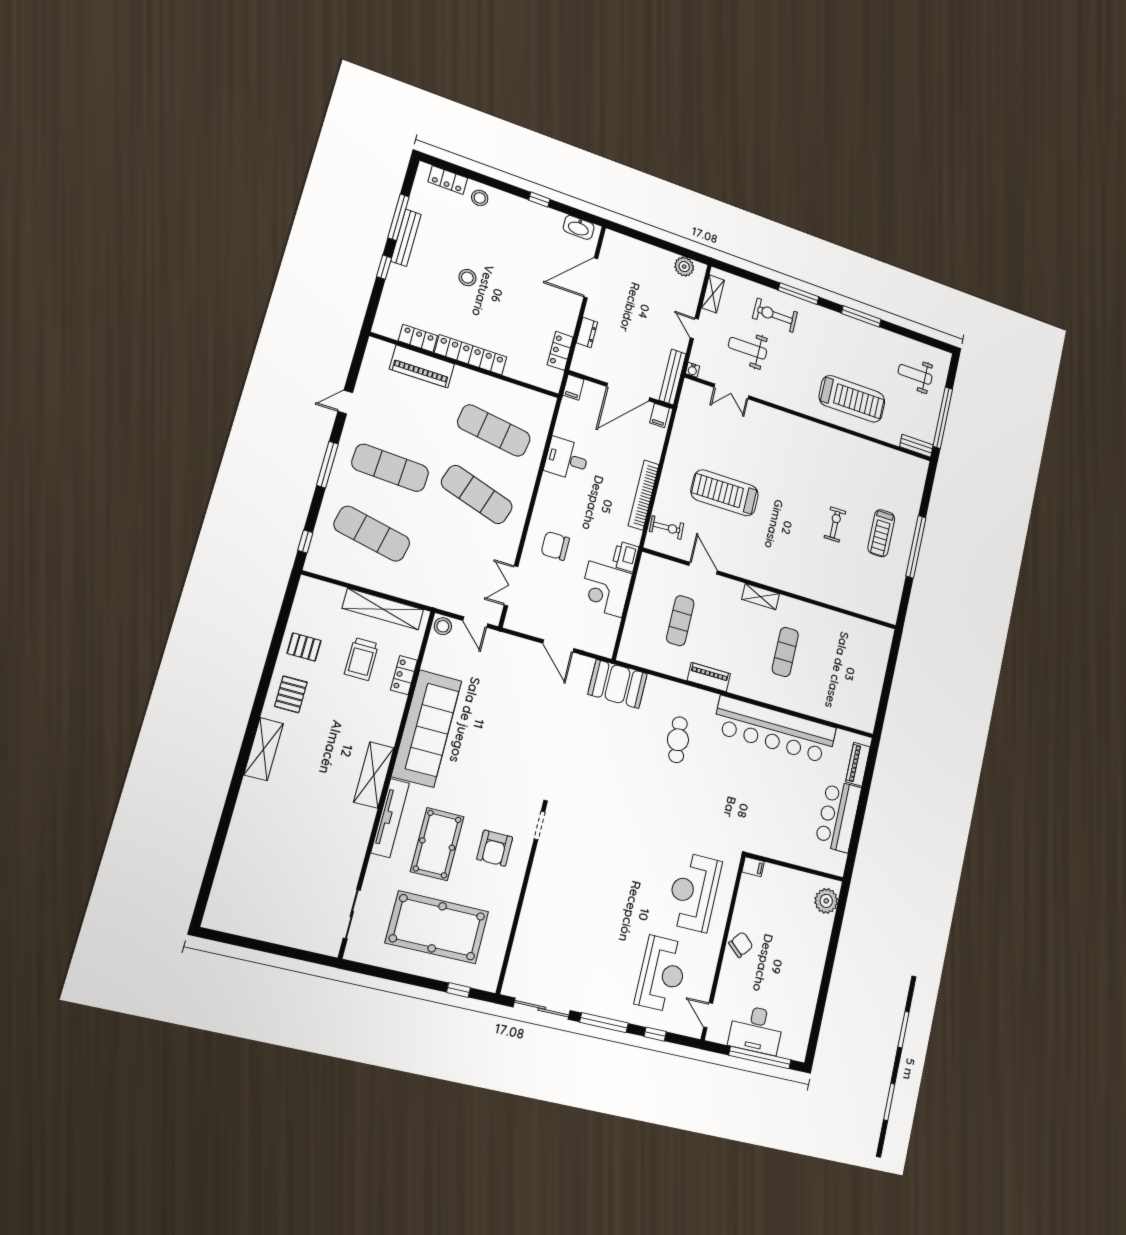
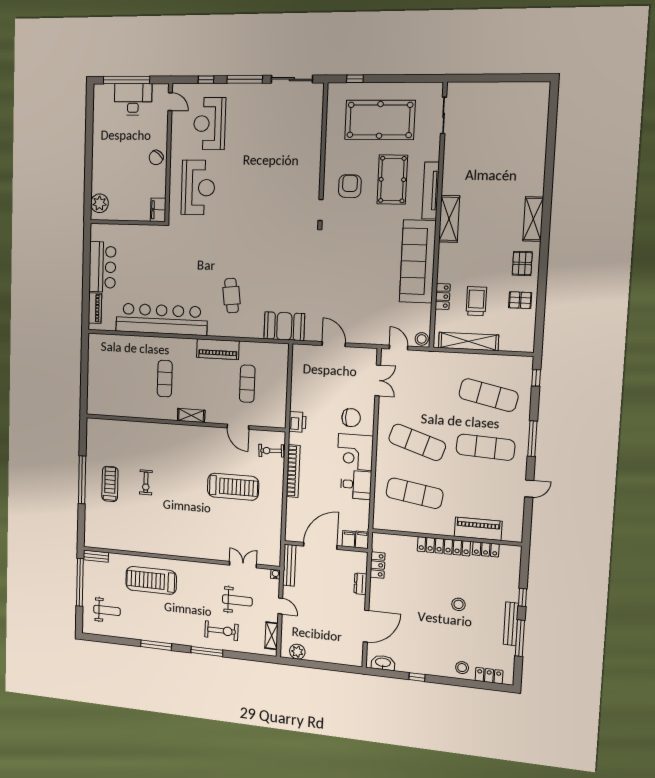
filing cabinet: (660, 415) -> (349, 539), moved
corner desk: (605, 589) -> (355, 452), moved, turned 180
piano: (709, 677) -> (218, 349), width x1.37, depth x1.33
filing cabinet: (753, 867) -> (158, 210), width x2.00

